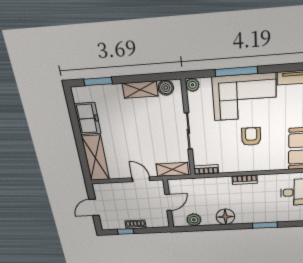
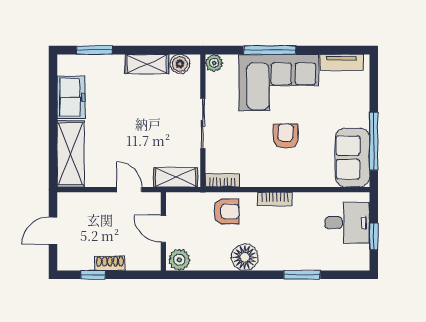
armchair: (211, 189) -> (226, 211), added
door: (168, 203) -> (163, 229), swing flipped
plant: (194, 220) -> (179, 260), moved

